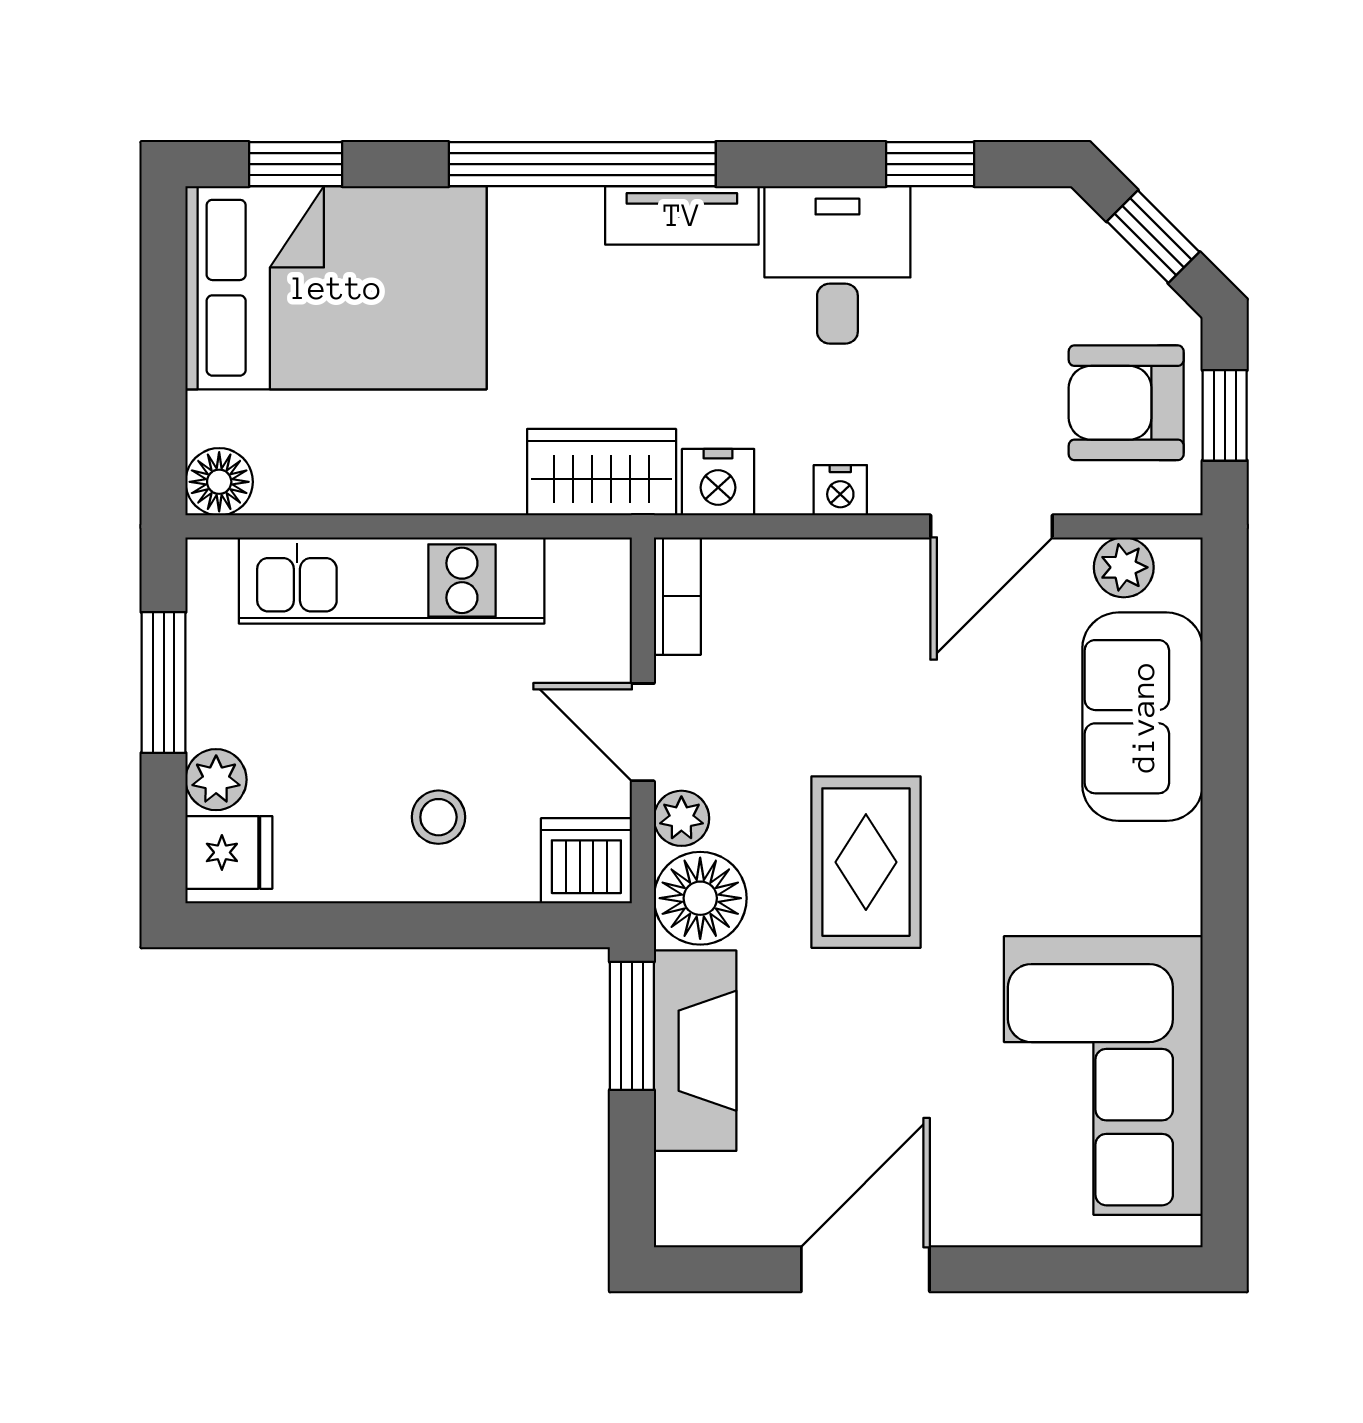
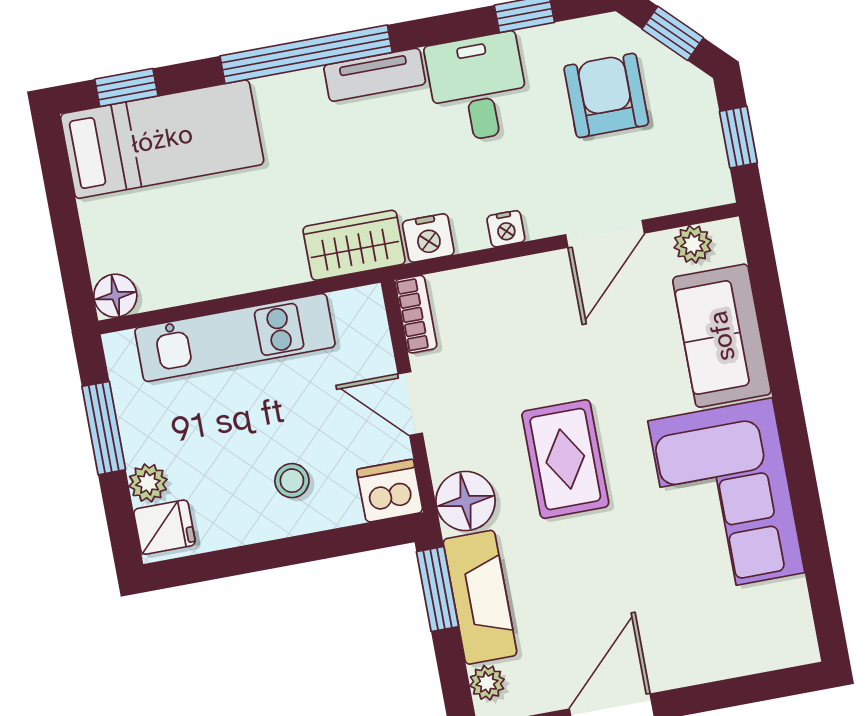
bed: (336, 288) -> (162, 139), width x0.67
armchair: (1126, 403) -> (606, 95), moved, turned 90
plant: (681, 818) -> (487, 683), moved
corner sofa: (1103, 1076) -> (726, 497), moved

